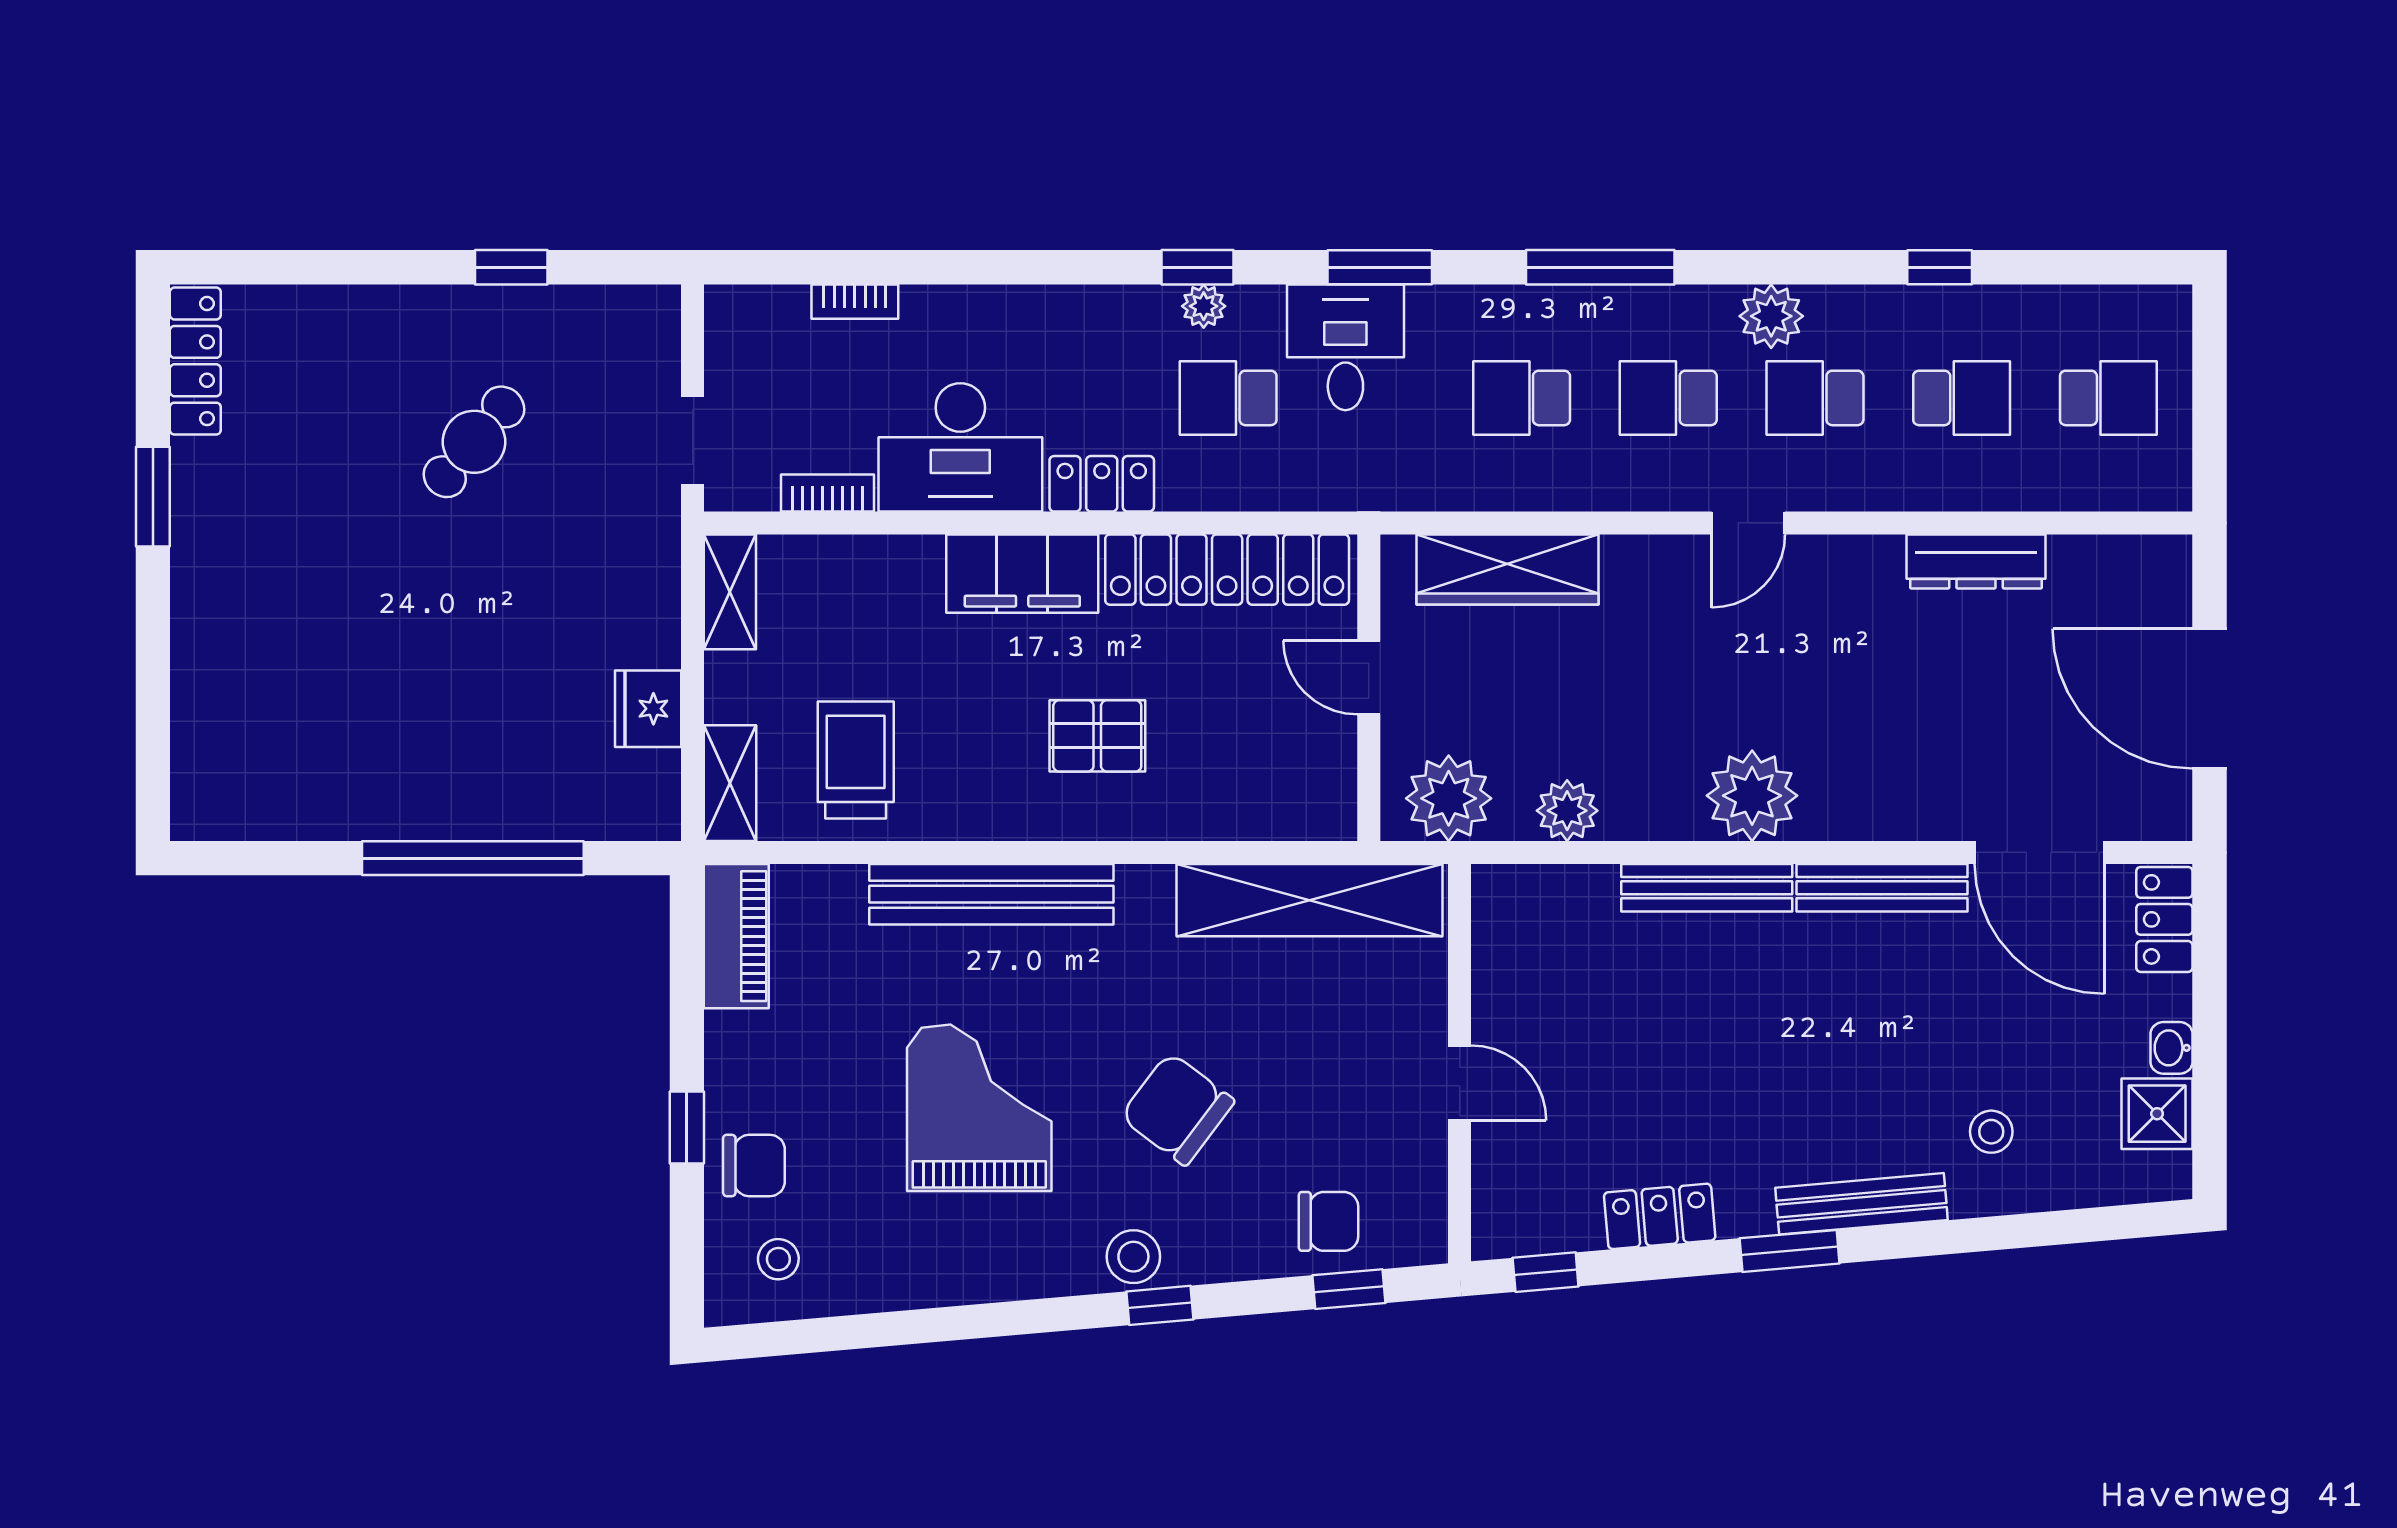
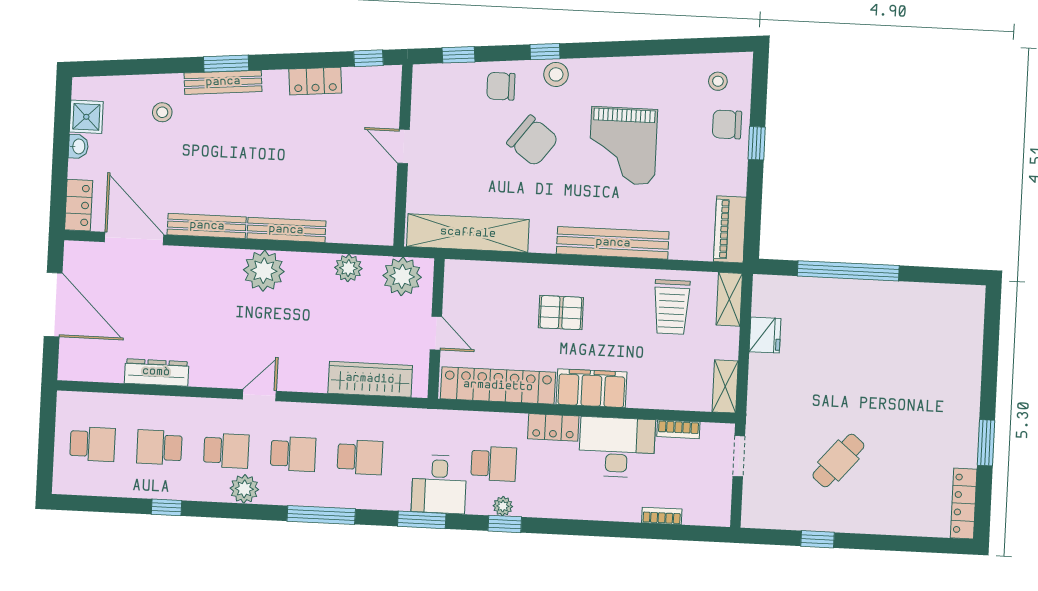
school desk: (2108, 398) -> (93, 444), turned 180
chair: (1328, 1221) -> (501, 86), moved
window: (1790, 1251) -> (226, 64), moved

